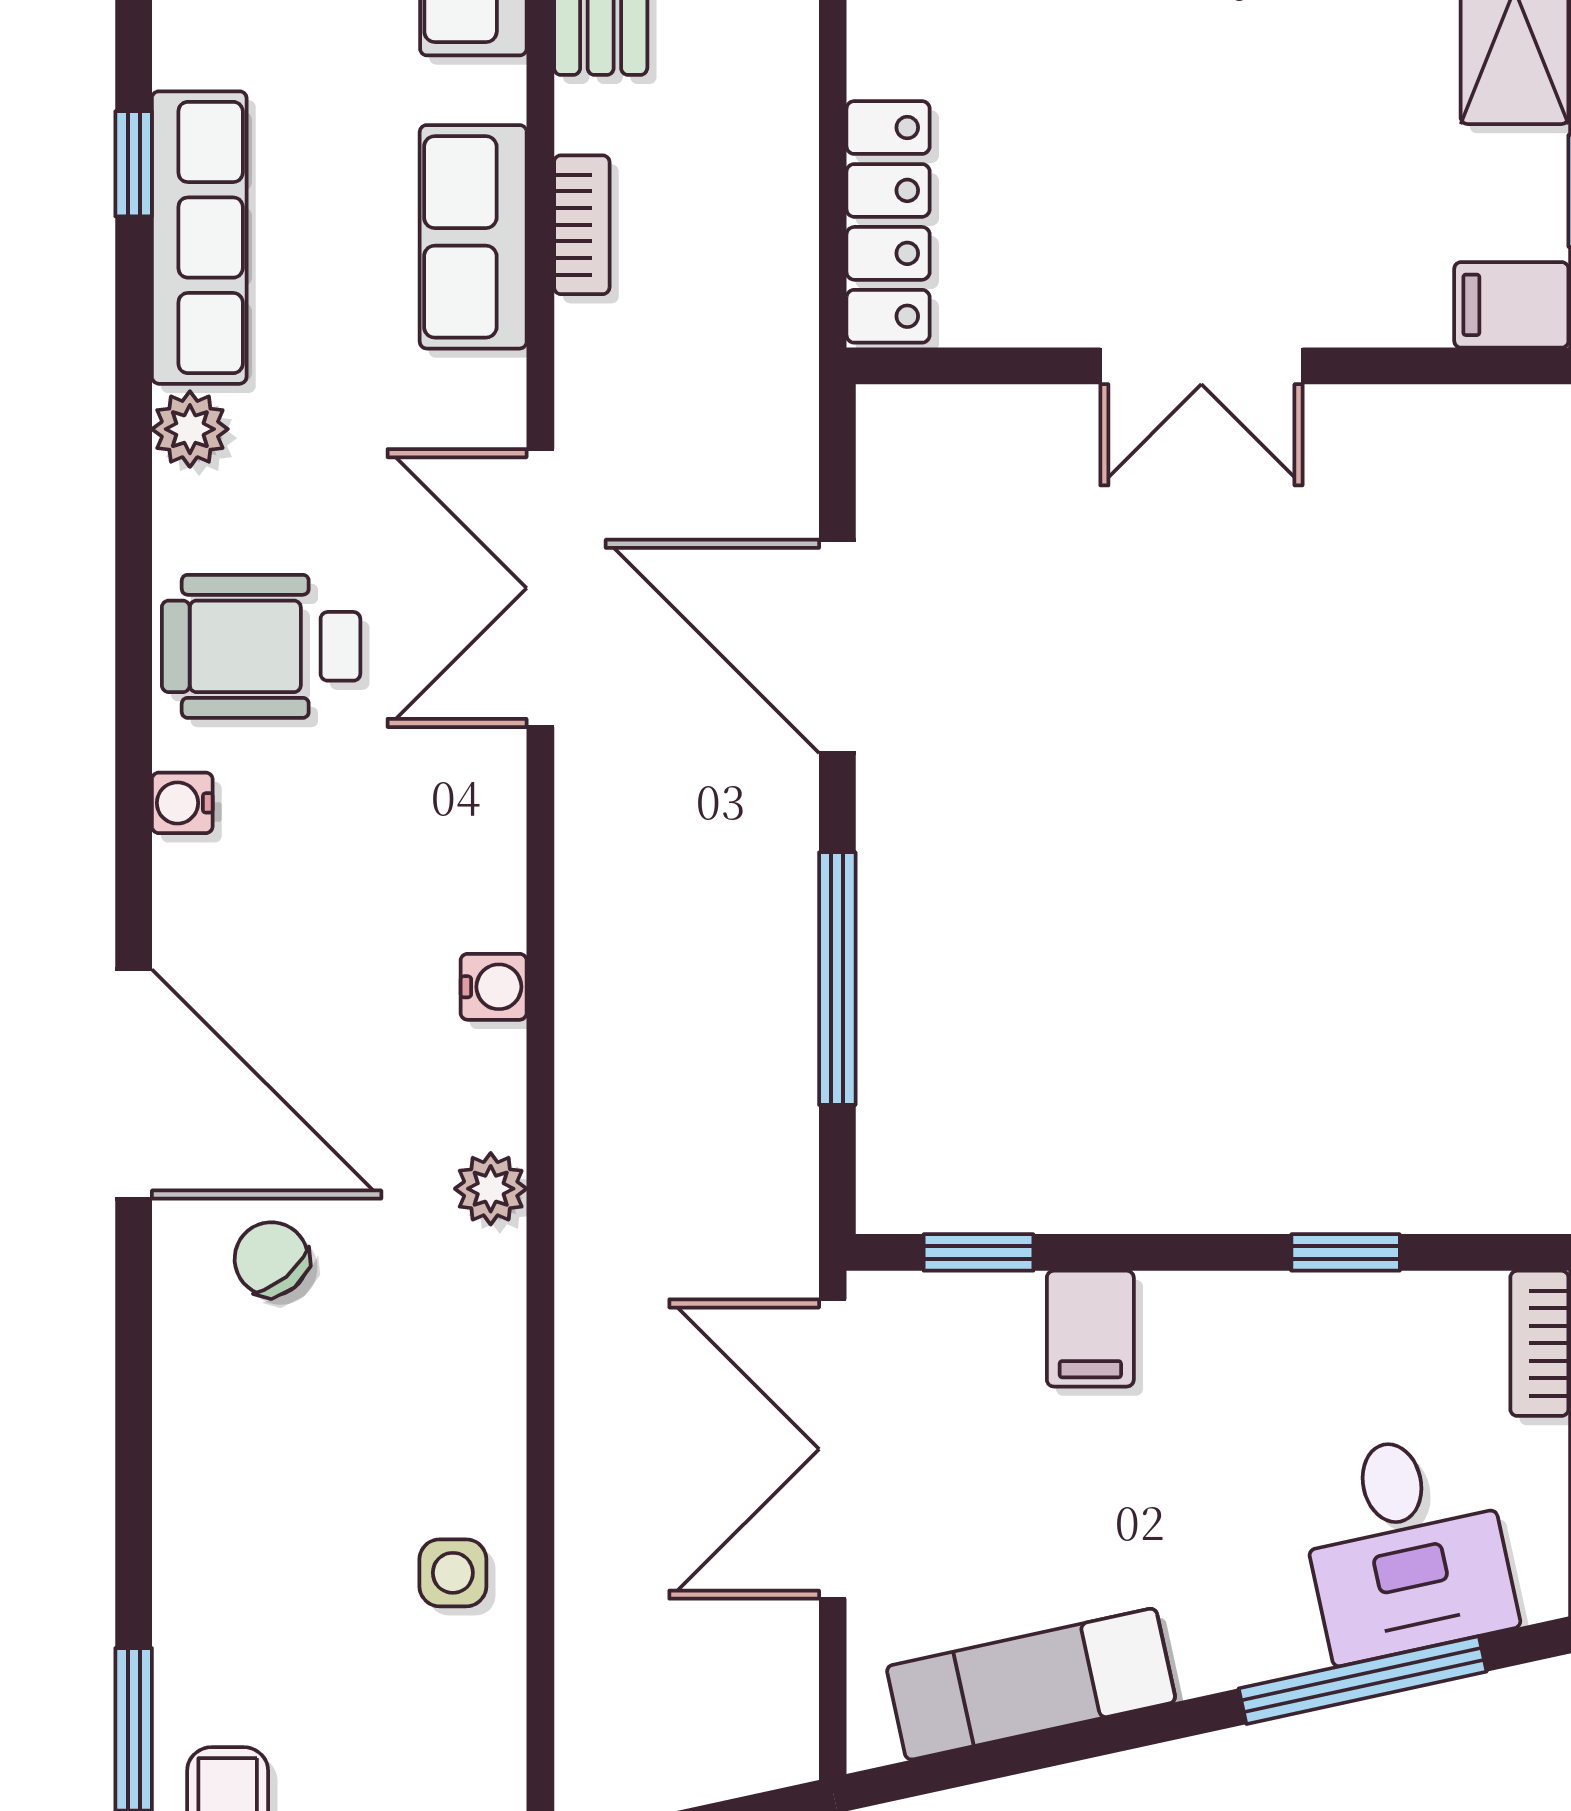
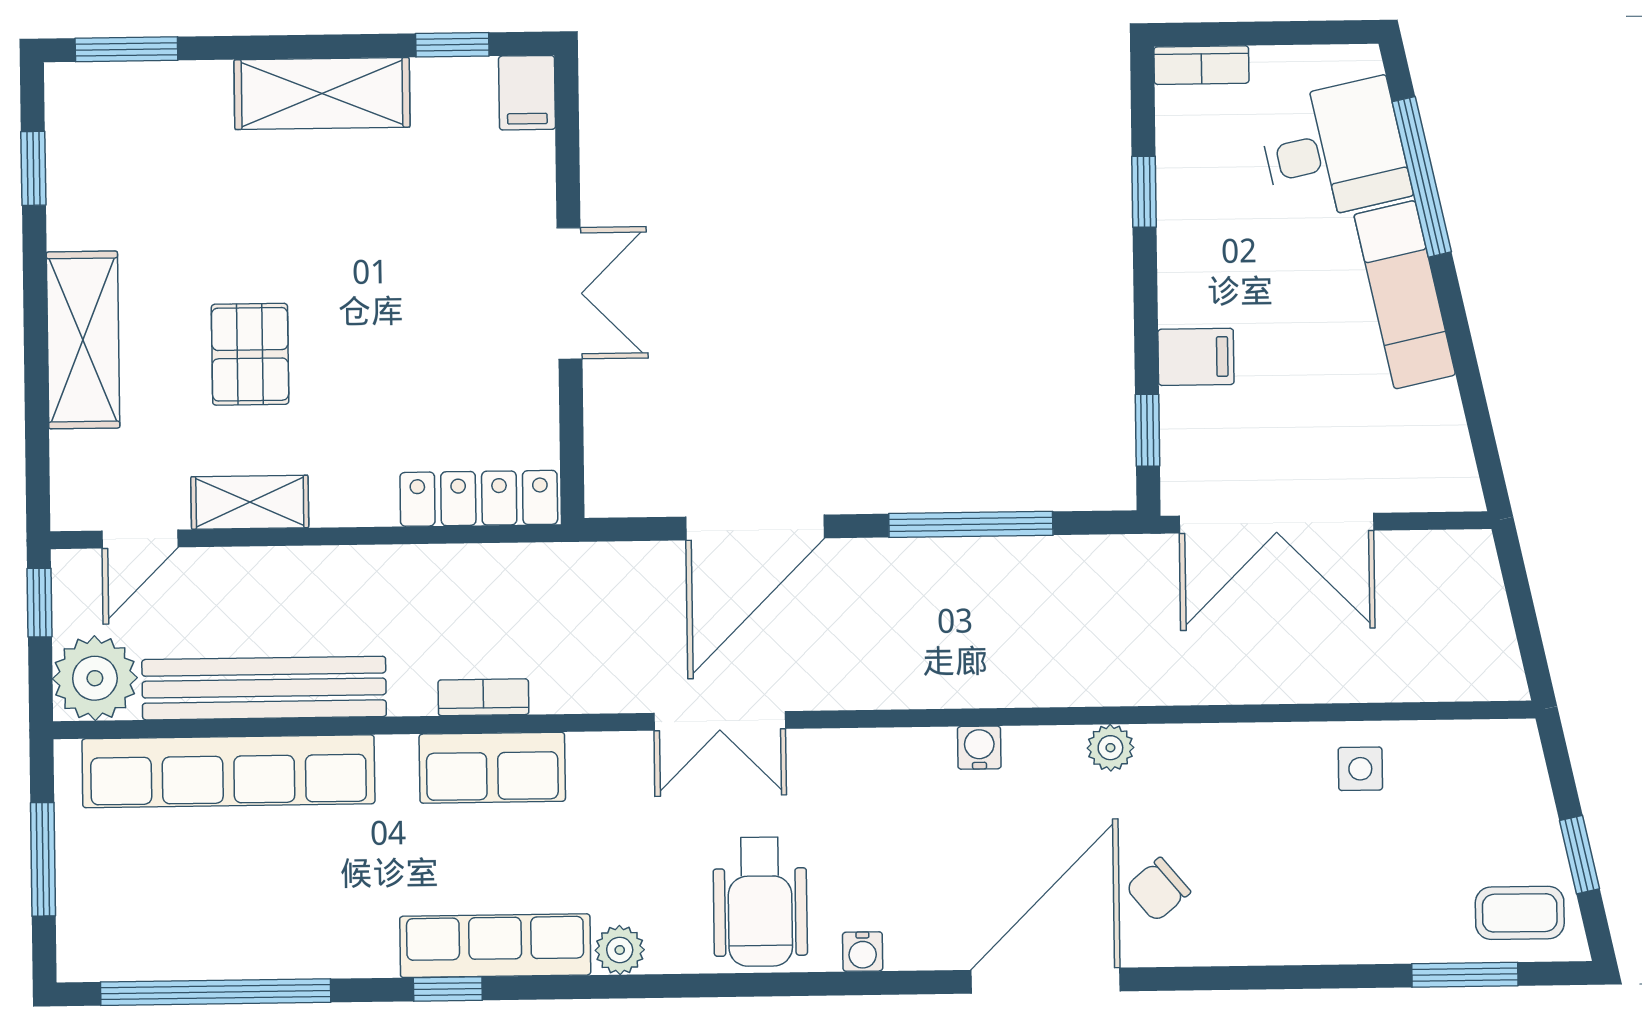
double door: (540, 588) -> (720, 721), width x0.73
exam couch: (1031, 1684) -> (1405, 295), moved

